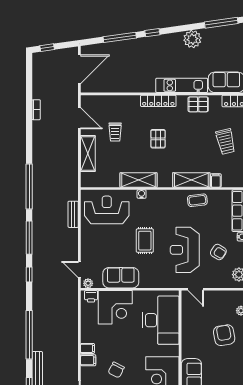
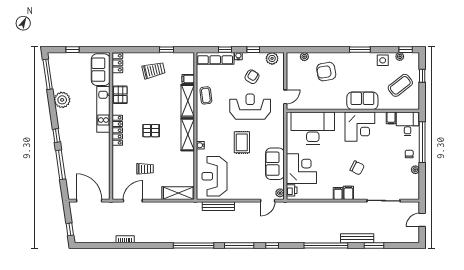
shelving: (88, 154) -> (178, 193), moved
shelving: (139, 180) -> (188, 135), moved
bench: (73, 214) -> (218, 206), width x1.36
rug: (145, 241) -> (242, 142), turned 90
reception desk: (185, 250) -> (250, 107), turned 180

